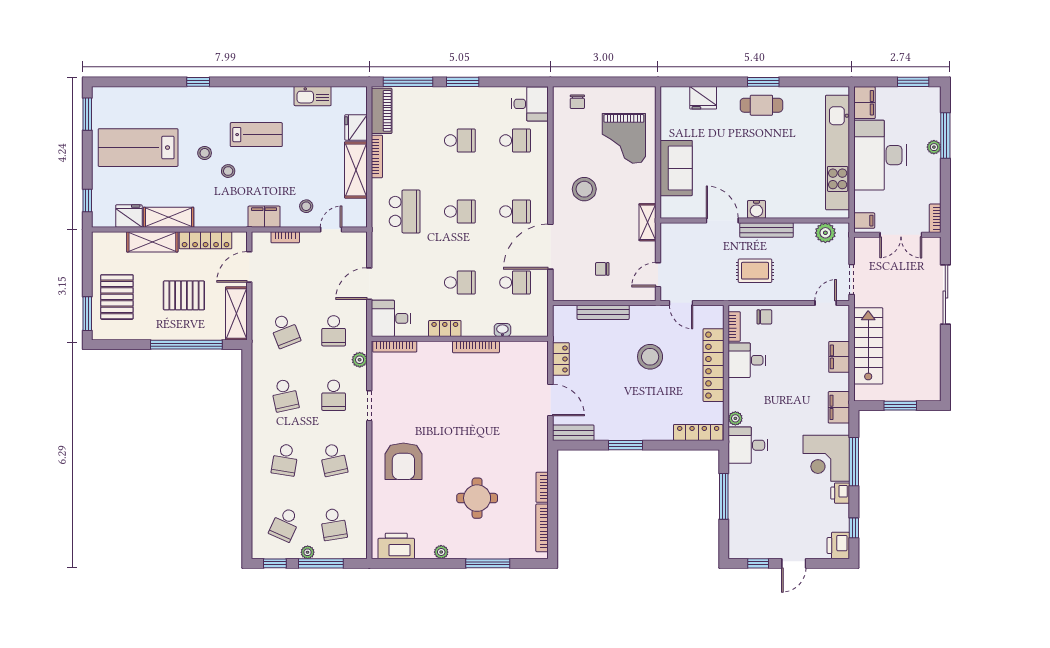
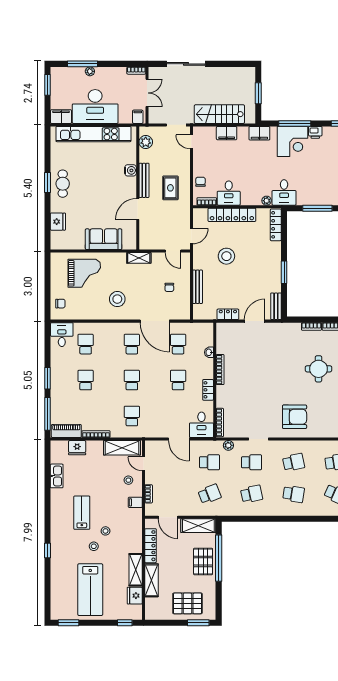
shelving: (356, 170) -> (122, 448), moved
water cooler: (756, 209) -> (130, 170), moved
school desk: (405, 211) -> (132, 416), width x0.54
filing cabinet: (264, 217) -> (135, 502), width x0.50
pallet: (184, 295) -> (203, 561), moved

